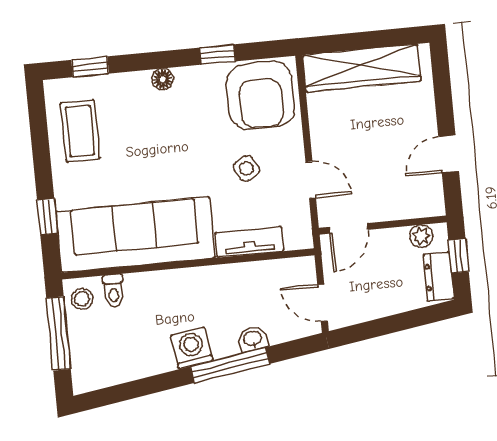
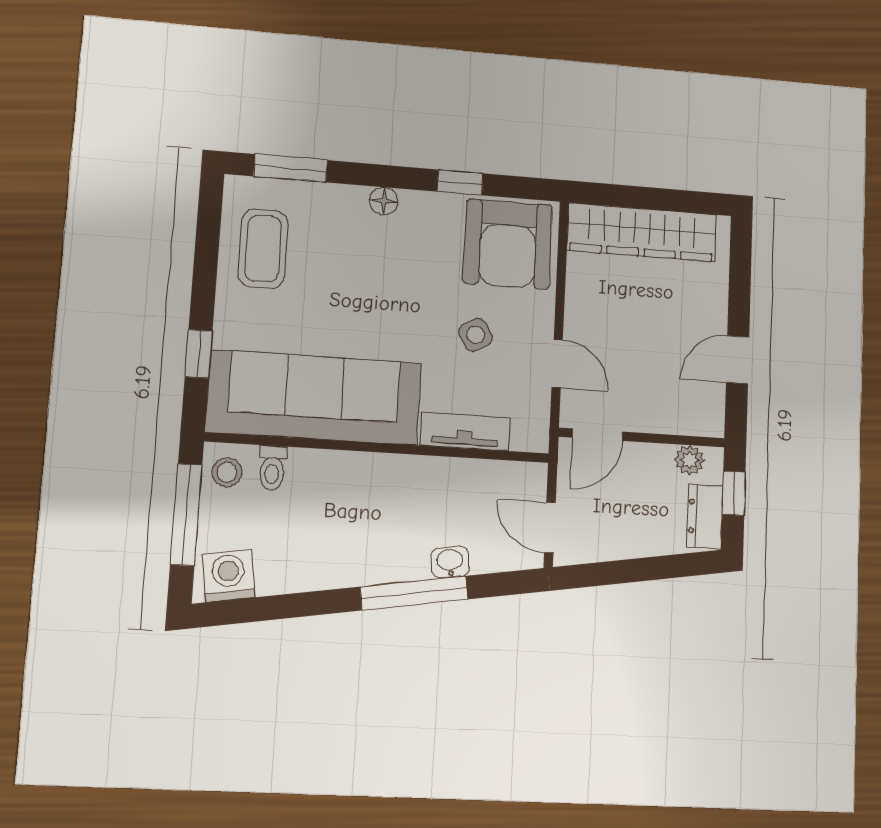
window: (90, 67) -> (291, 168), width x1.50
washing machine: (192, 348) -> (229, 576), moved

